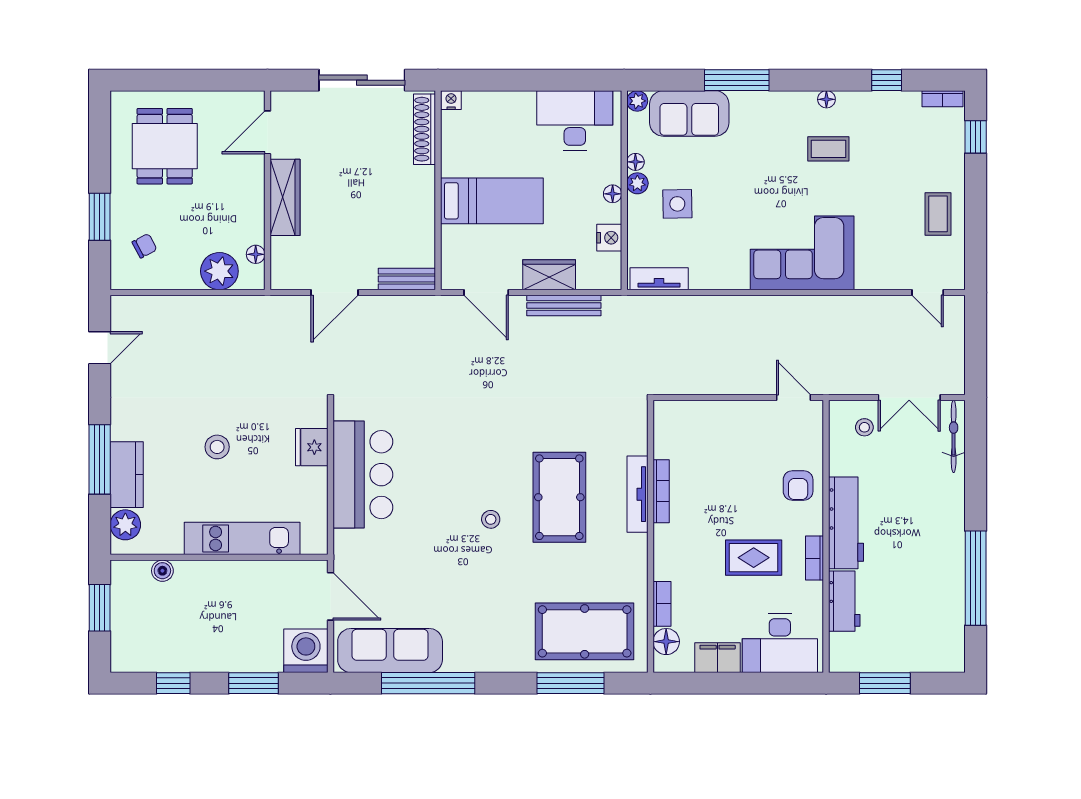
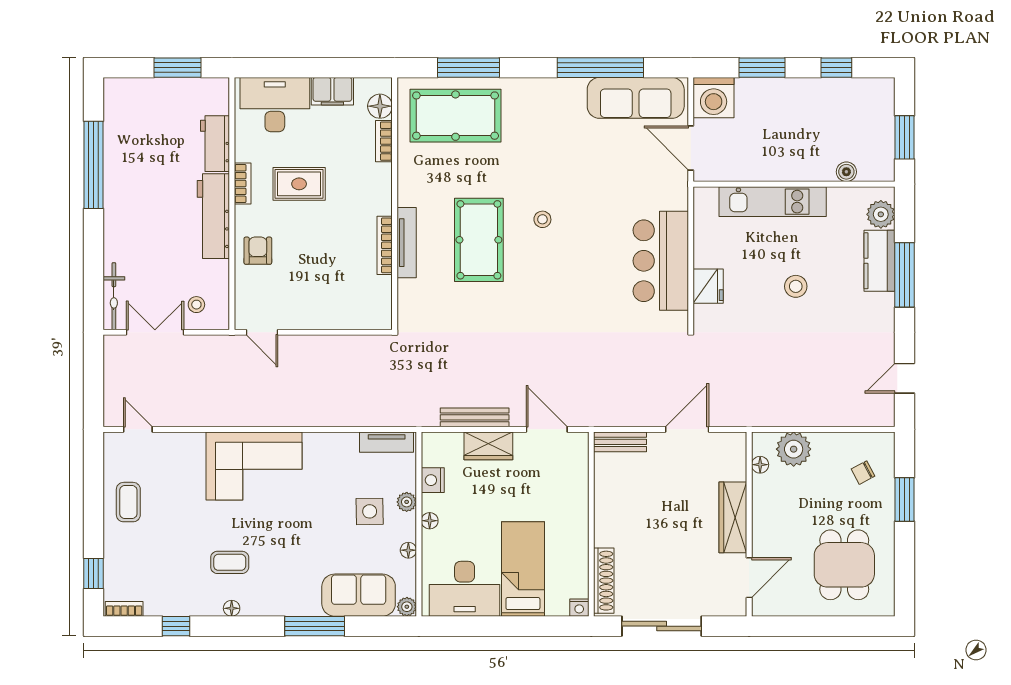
plant: (637, 183) -> (407, 502), moved
bed: (492, 201) -> (523, 569), moved, turned 90

